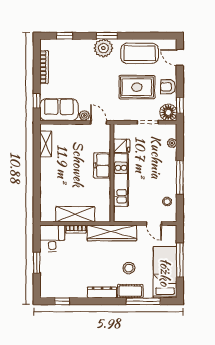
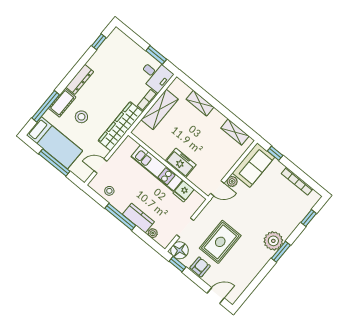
coffee table: (140, 53) -> (245, 266), removed
kitchen counter: (170, 163) -> (138, 218), added
shelving: (46, 188) -> (200, 103), added
window: (37, 263) -> (156, 55), moved

